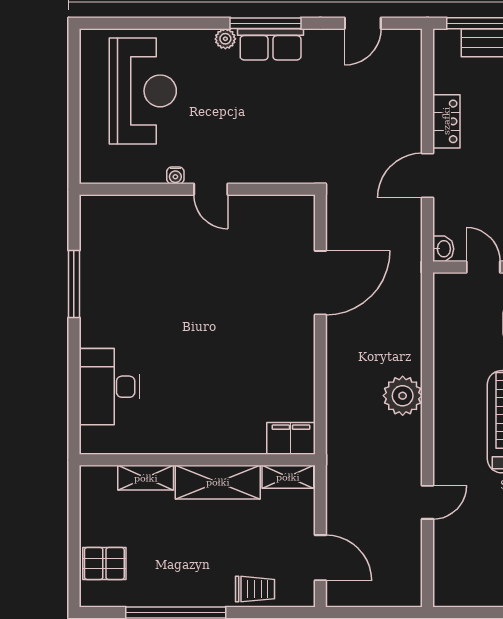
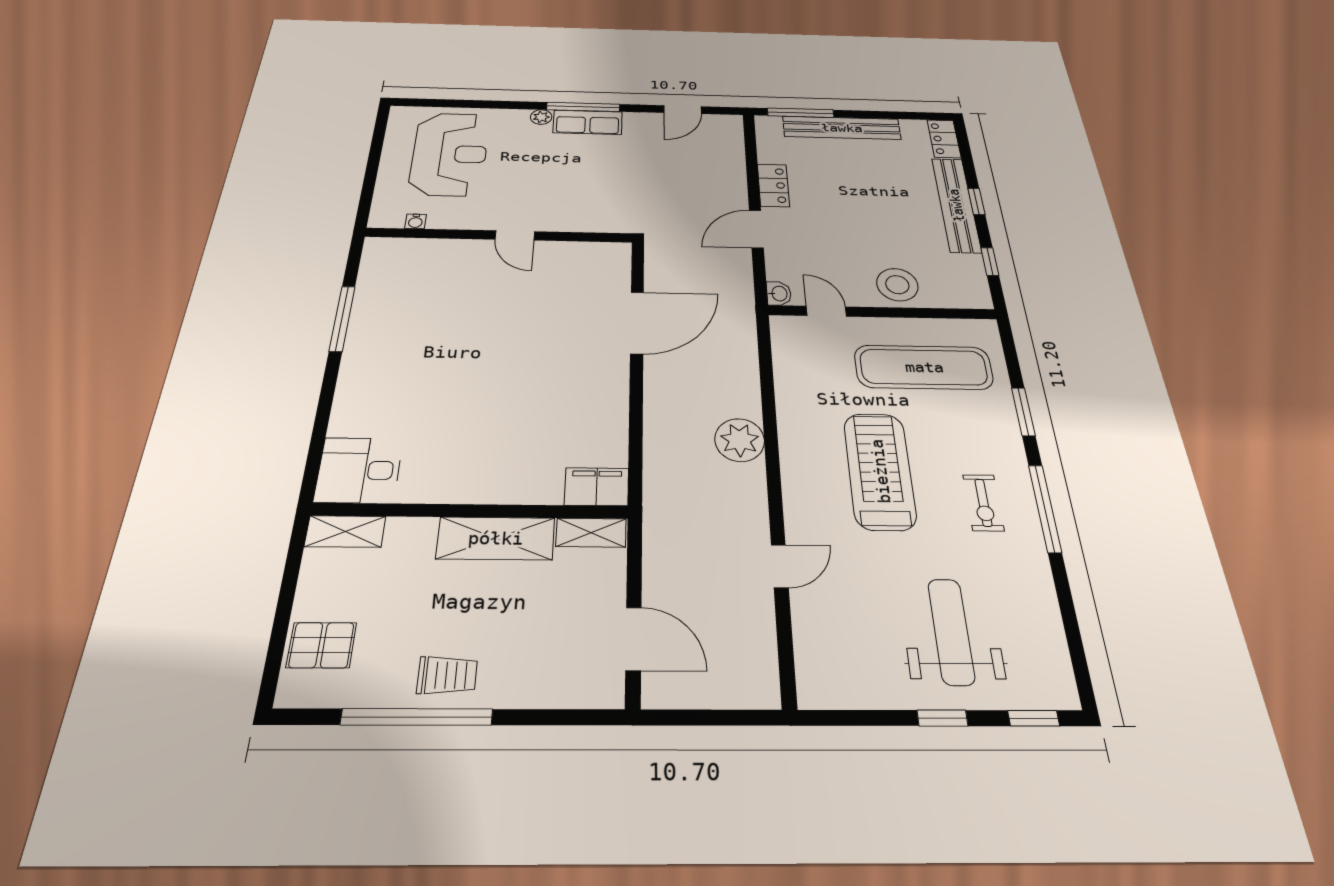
water cooler: (175, 175) -> (415, 221), moved
desk: (109, 387) -> (359, 470), moved, width x0.73
shelving: (146, 478) -> (345, 531), moved
trolley: (255, 589) -> (447, 675), moved

